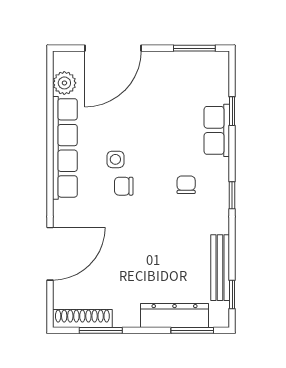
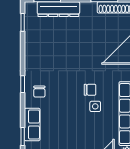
chair: (186, 185) -> (39, 92), moved
bench: (220, 268) -> (30, 39), removed

